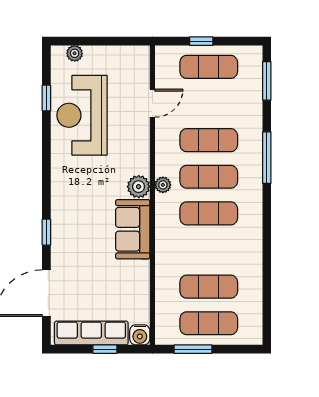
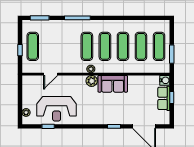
door: (152, 103) -> (51, 74), swing flipped
exercise mat: (209, 140) -> (123, 46), moved
row of seats: (91, 333) -> (164, 98), width x0.68

